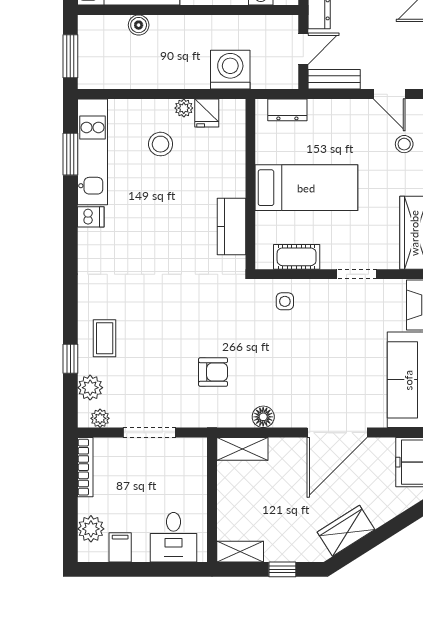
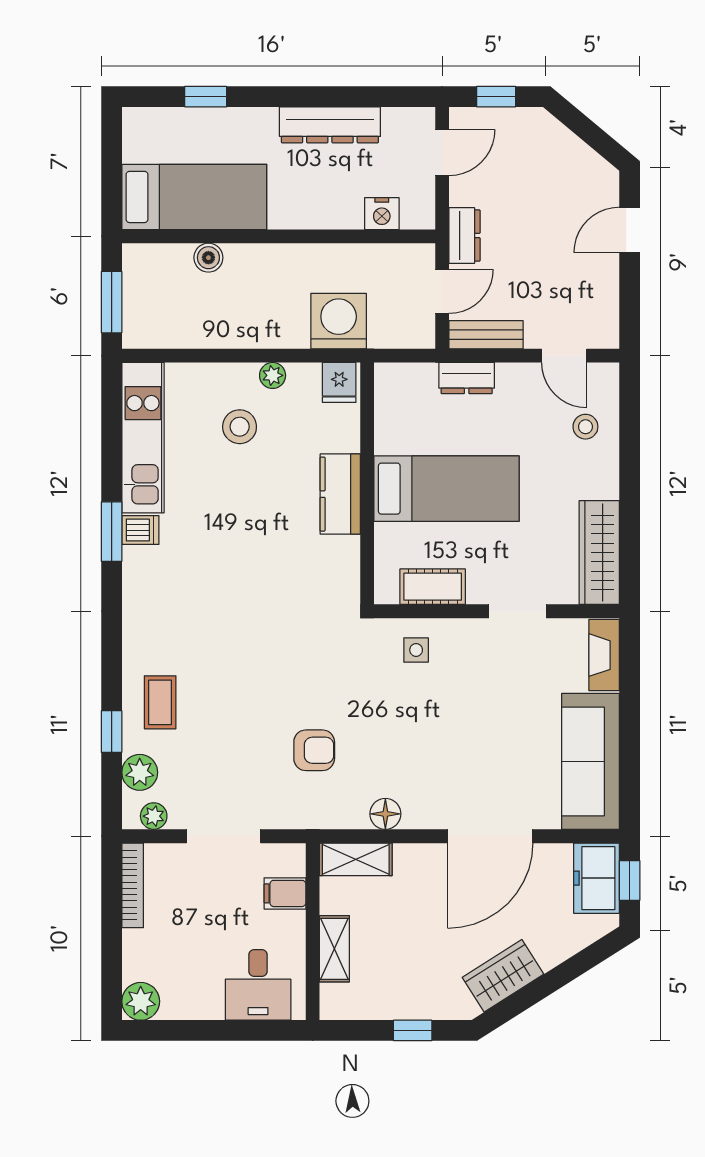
dresser: (287, 110) -> (467, 378), moved
fridge: (207, 113) -> (339, 382), moved
window: (70, 154) -> (112, 532), moved
kitchen counter: (231, 226) -> (340, 494), moved
plant: (91, 529) -> (141, 1001), moved
filing cabinet: (120, 547) -> (285, 893), moved, turned -90
shelving: (240, 552) -> (334, 949), moved, turned 90

